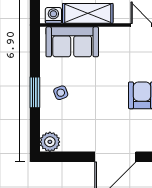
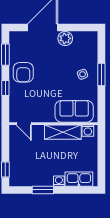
plant: (50, 142) -> (65, 38), moved

